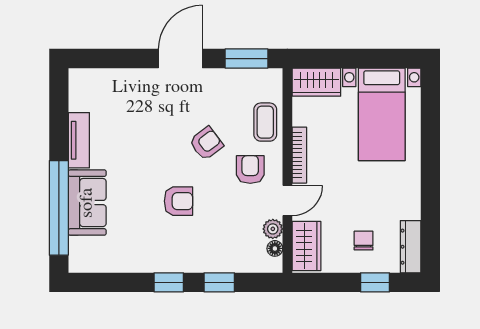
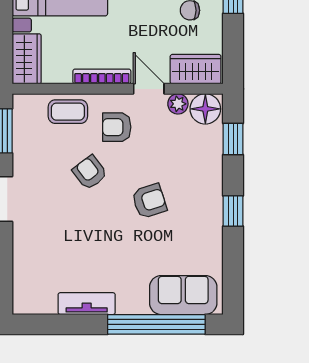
armchair: (178, 201) -> (149, 201), turned 72
sofa: (87, 203) -> (183, 295), moved
floor lamp: (275, 248) -> (205, 109), width x1.89, depth x1.89
window: (219, 282) -> (233, 139), moved

